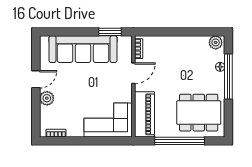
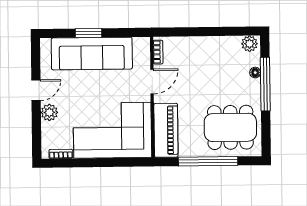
window: (110, 32) -> (89, 33), moved
corner sofa: (108, 120) -> (112, 130), width x1.36, depth x1.36

